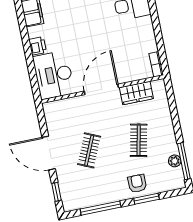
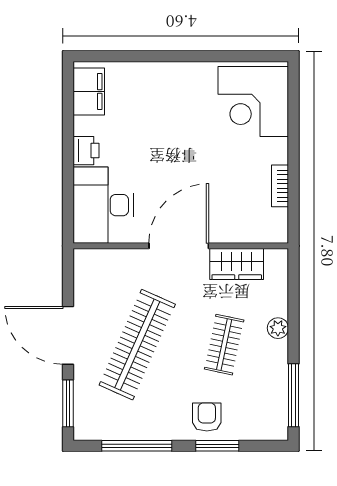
bookcase: (156, 64) -> (280, 186), moved
clothes rail: (89, 150) -> (137, 345), width x1.86, depth x1.31
plant: (175, 161) -> (278, 328), moved
window: (57, 192) -> (68, 403), width x1.50

